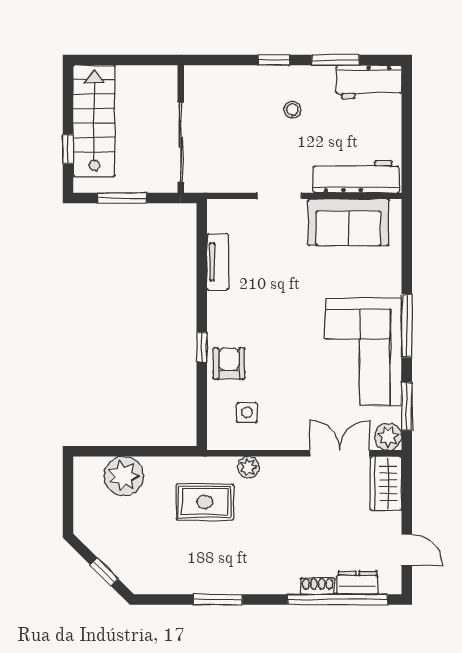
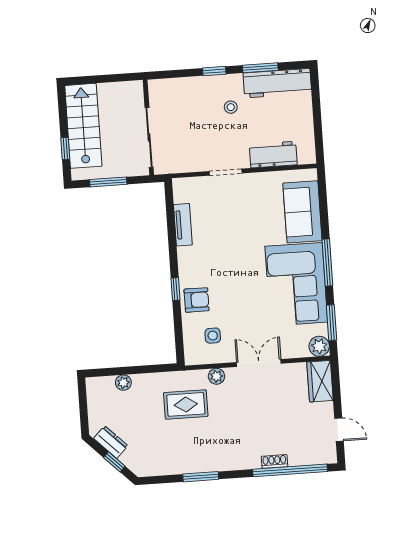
workbench: (369, 82) -> (277, 83), width x1.38
workbench: (356, 177) -> (273, 155), width x0.73
sofa: (348, 222) -> (302, 212), moved, turned 90
armchair: (229, 364) -> (197, 300), turned 90
double door: (340, 453) -> (259, 363), moved
plant: (124, 476) -> (123, 383), width x0.53, depth x0.53
dresser: (357, 583) -> (111, 442), moved, turned 45

